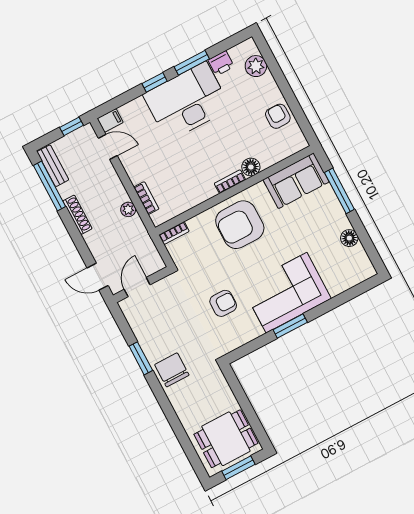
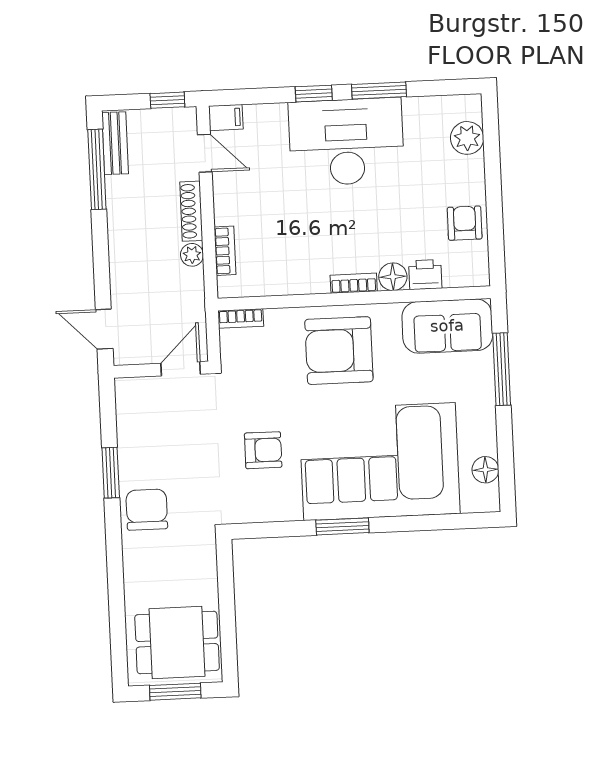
printer: (221, 63) -> (425, 275), moved, turned 180
shoe rack: (78, 215) -> (191, 211), moved, turned 180
floor lamp: (349, 238) -> (485, 470), moved
door: (137, 287) -> (181, 369), moved
corner sofa: (286, 293) -> (379, 462), width x1.36, depth x1.36

